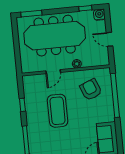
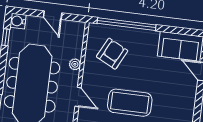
door: (110, 39) -> (53, 15), hinge flipped
armchair: (91, 90) -> (112, 54), turned 139

